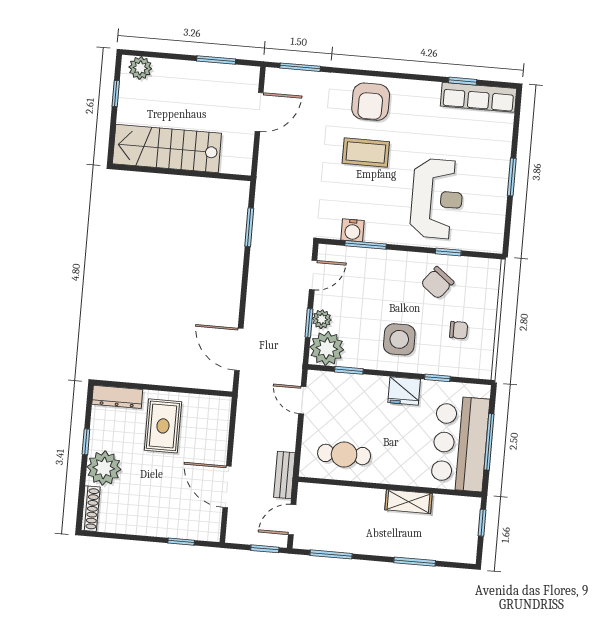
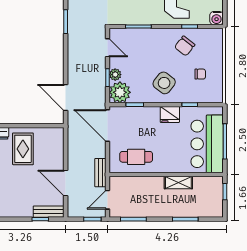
water cooler: (353, 230) -> (217, 18), moved
door: (313, 275) -> (108, 48), hinge flipped
side table: (399, 339) -> (164, 83), turned 38
door: (302, 400) -> (108, 126), width x1.87
bench: (196, 531) -> (49, 212), added

